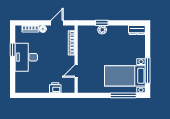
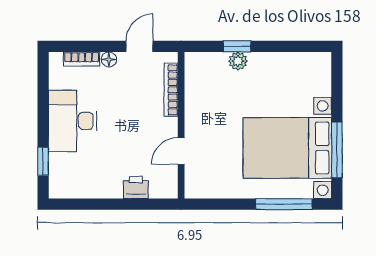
dresser: (137, 30) -> (314, 62), removed
window: (13, 50) -> (43, 161), moved
bed with nightstands: (125, 76) -> (287, 148), width x1.36

